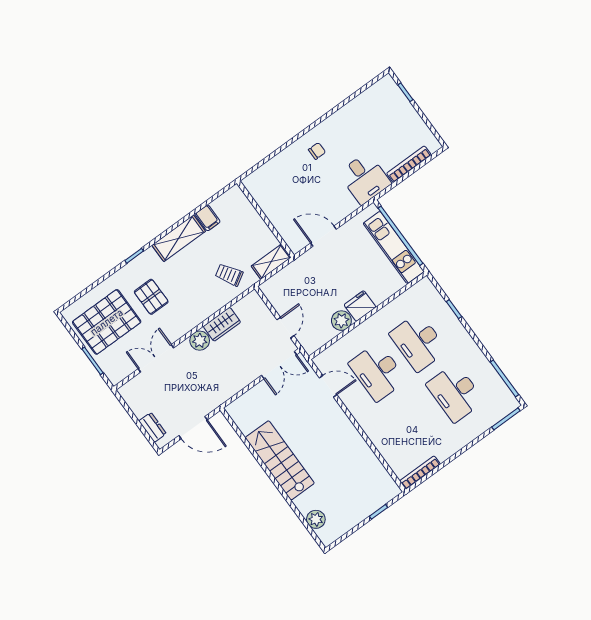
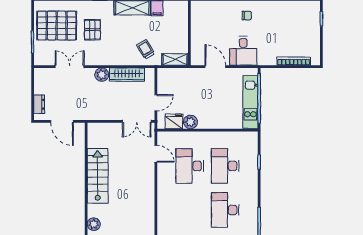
desk: (365, 178) -> (243, 51), moved
fridge: (360, 306) -> (174, 121), moved
wardrobe: (222, 324) -> (127, 75), width x1.50

